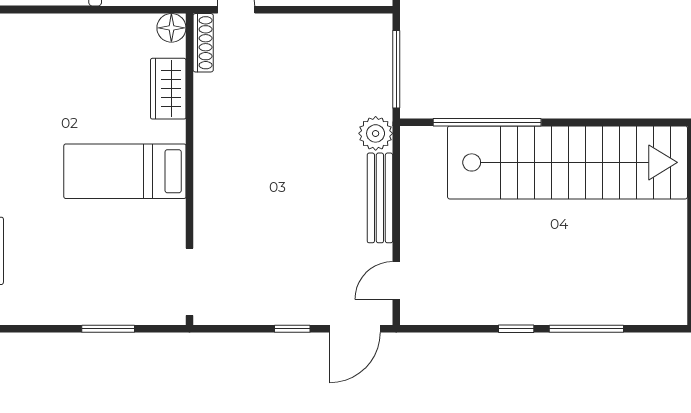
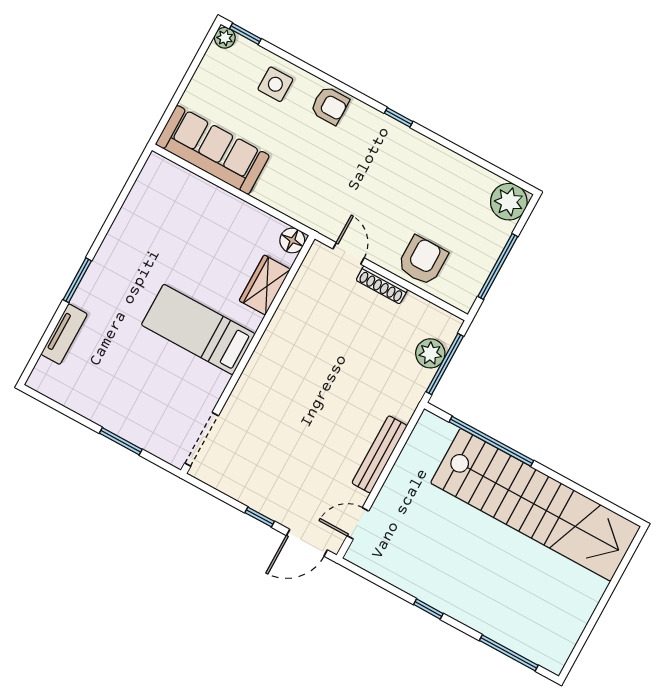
shoe rack: (203, 43) -> (382, 285), moved, turned 90
plant: (376, 133) -> (430, 353), moved
window: (586, 329) -> (509, 653), moved

